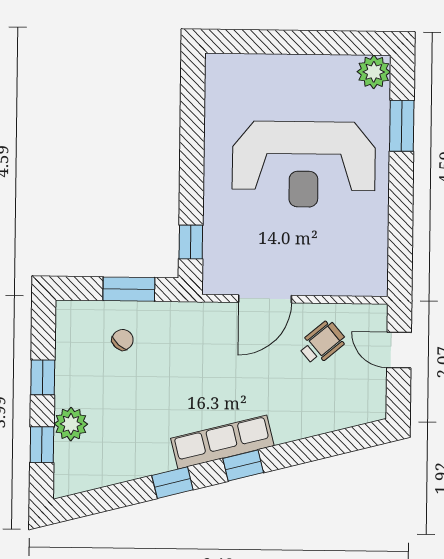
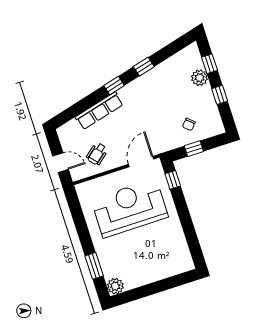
reception desk: (304, 164) -> (130, 208), moved
window: (129, 289) -> (194, 149), width x0.67
door: (265, 299) -> (141, 162), moved
row of seats: (222, 442) -> (99, 111), moved

